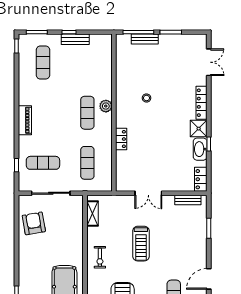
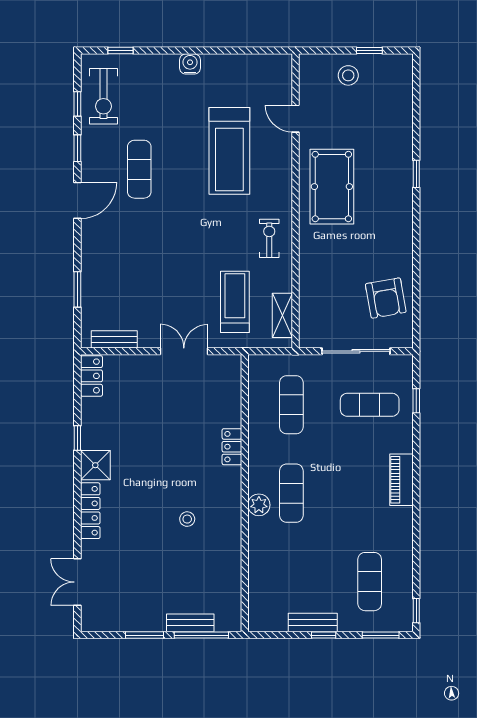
washbasin: (200, 149) -> (93, 429), removed
treadmill: (141, 244) -> (235, 302), moved

